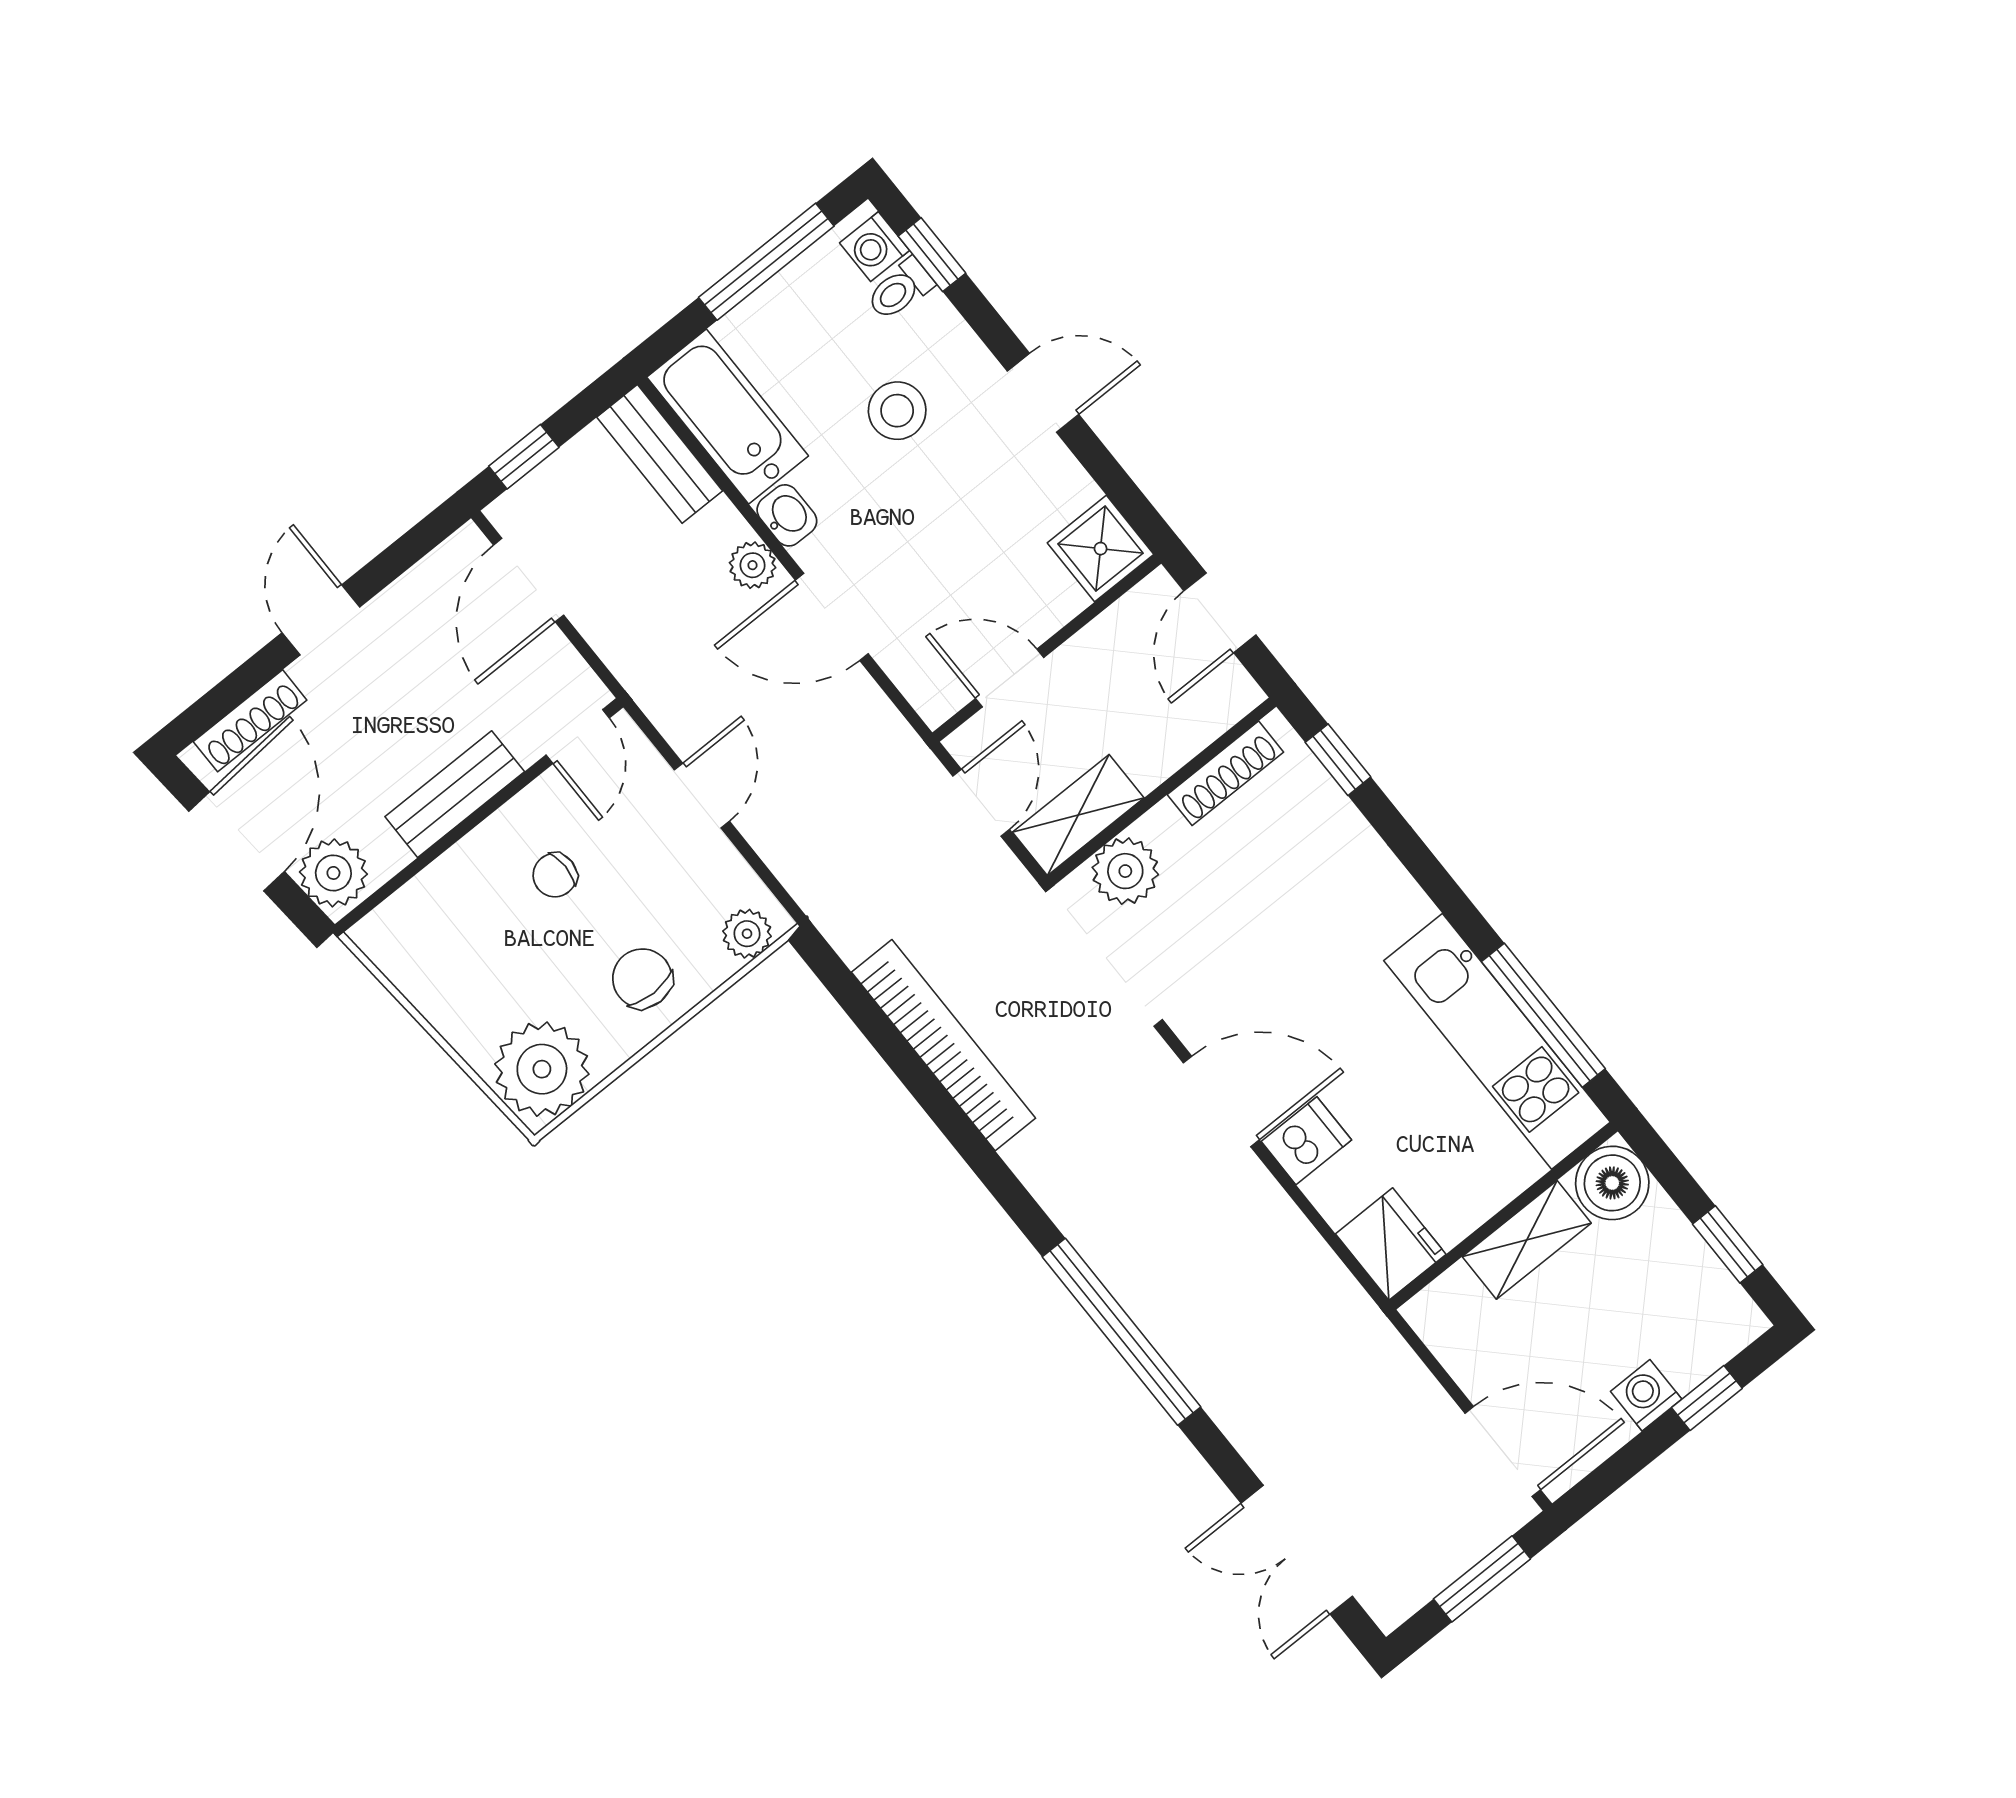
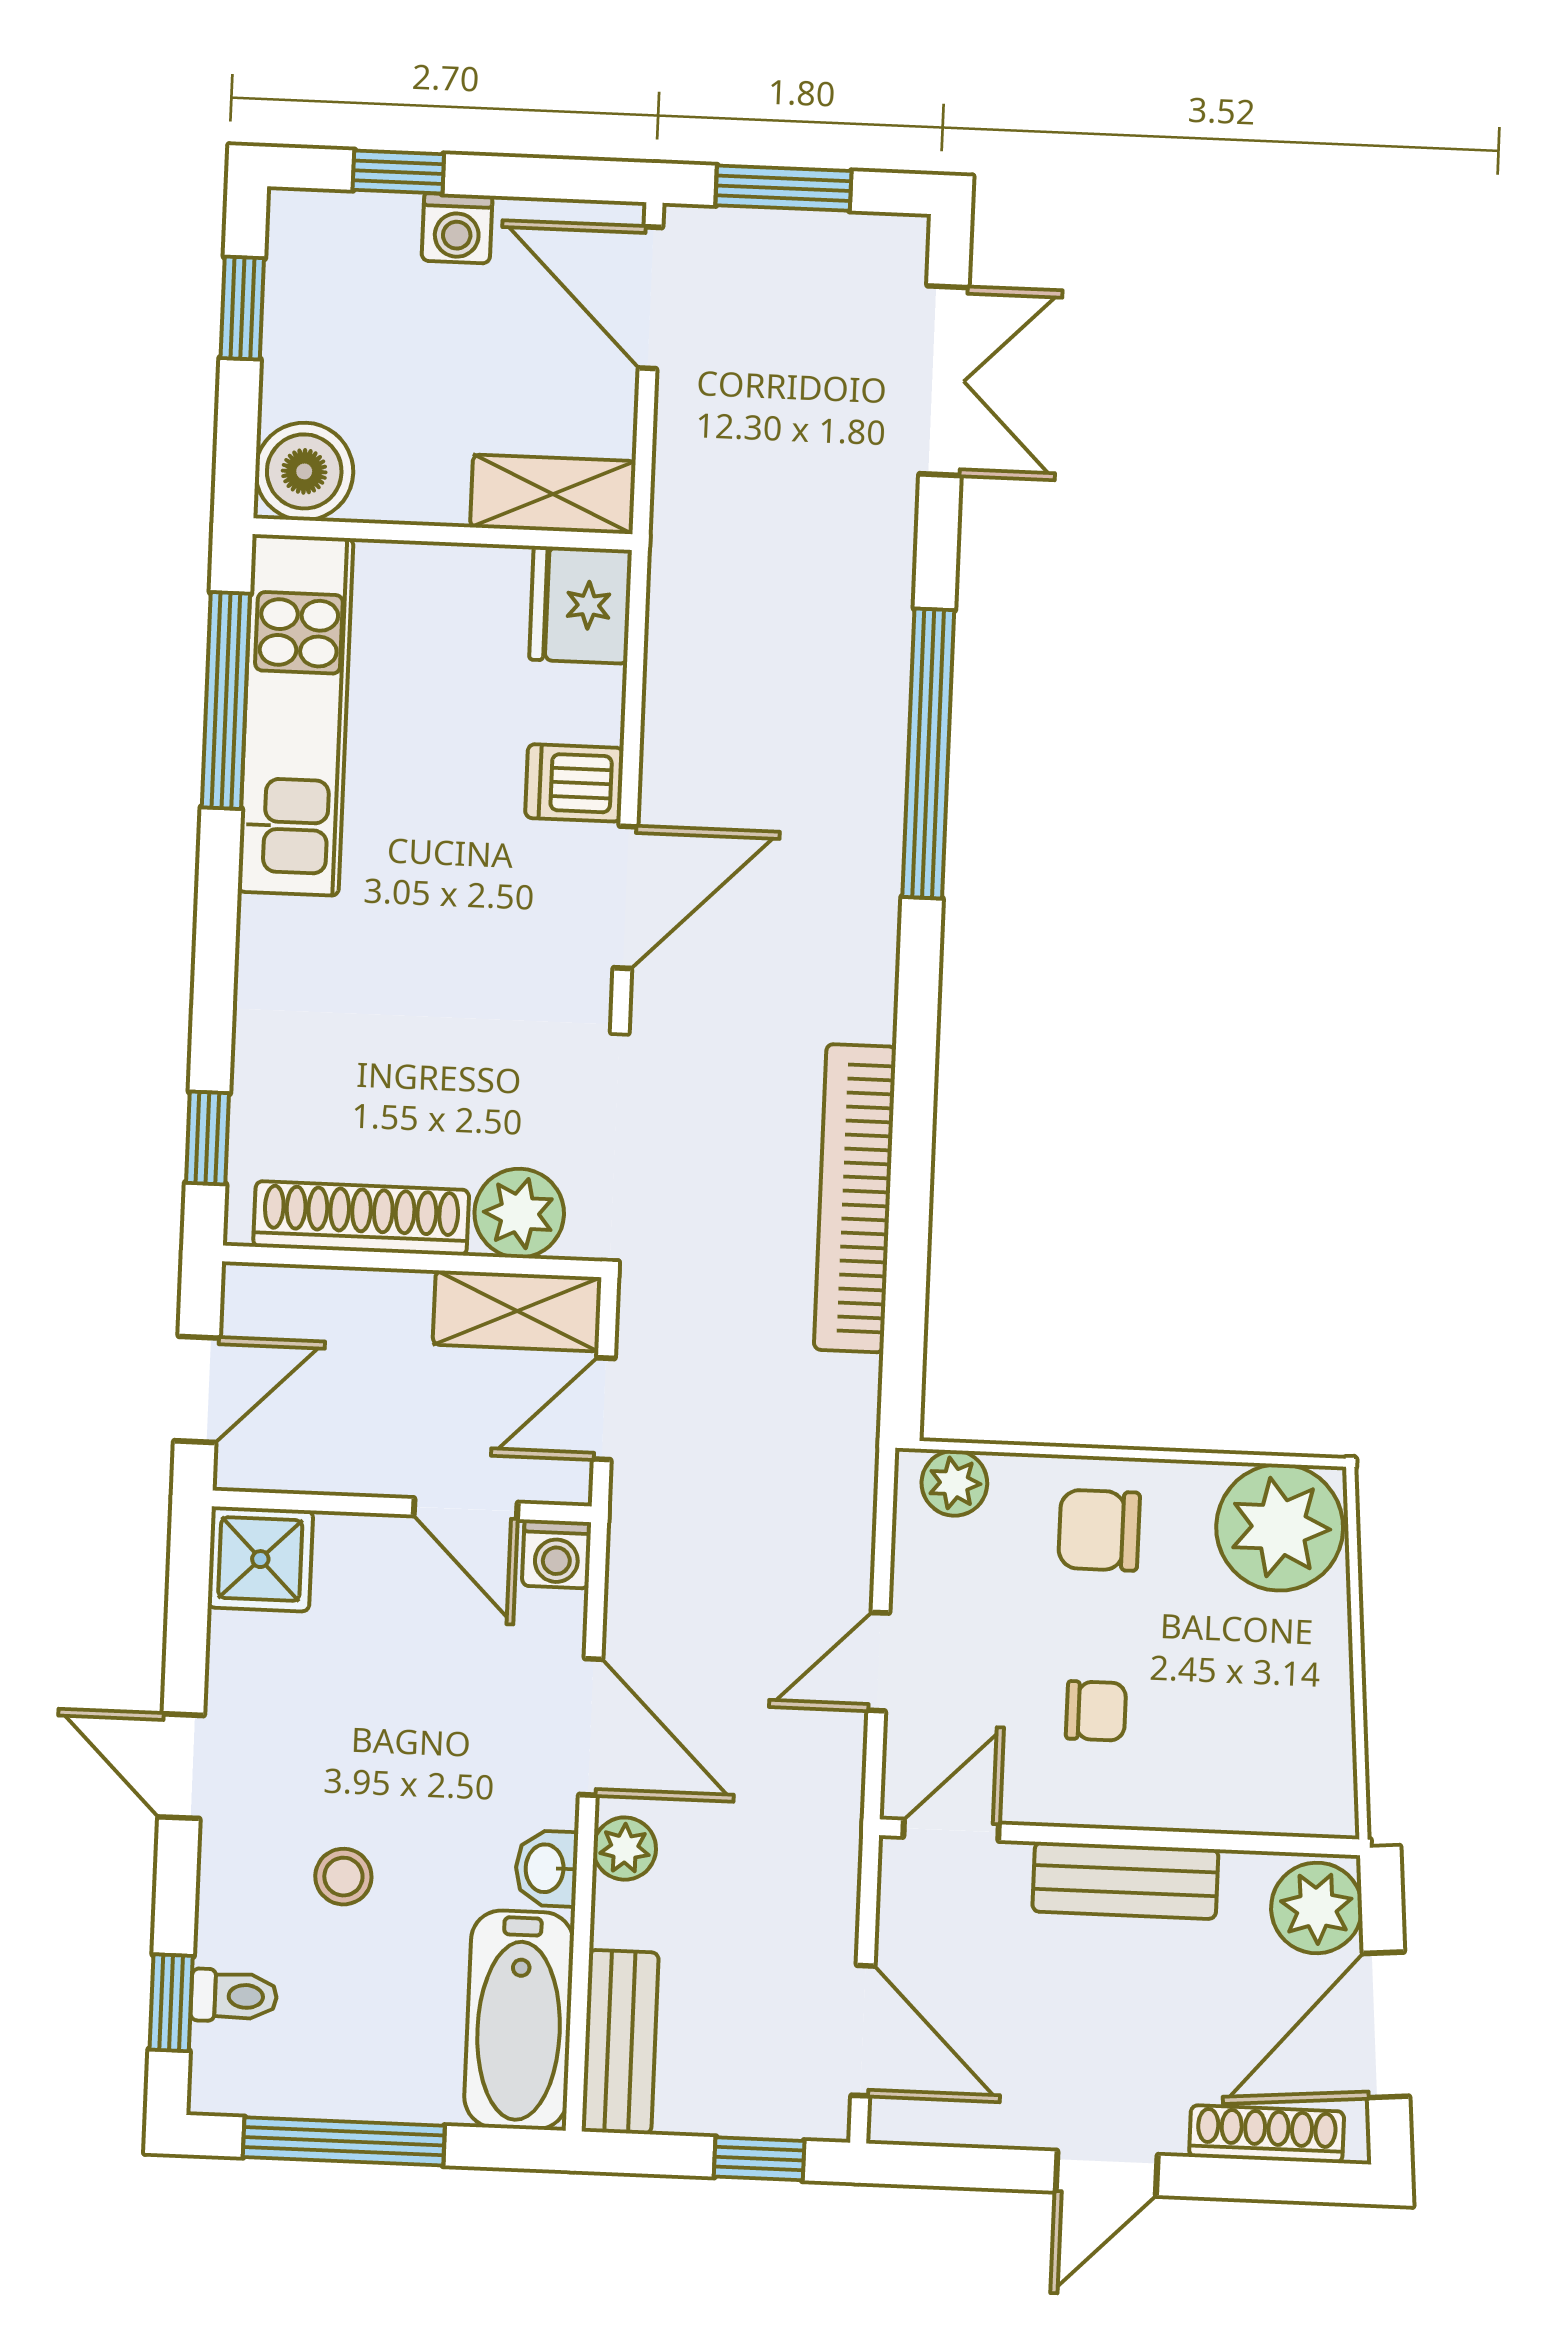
washing machine: (875, 247) -> (557, 1554), moved, turned 90
stool: (897, 411) -> (343, 1877), width x0.73, depth x0.73
door: (529, 580) -> (863, 2031), hinge flipped
shoe rack: (1225, 773) -> (361, 1218), width x1.36, depth x1.24
chair: (642, 978) -> (1099, 1530), turned 90
door: (1221, 1101) -> (625, 897), swing flipped
shelving: (1527, 1240) -> (553, 494), moved

